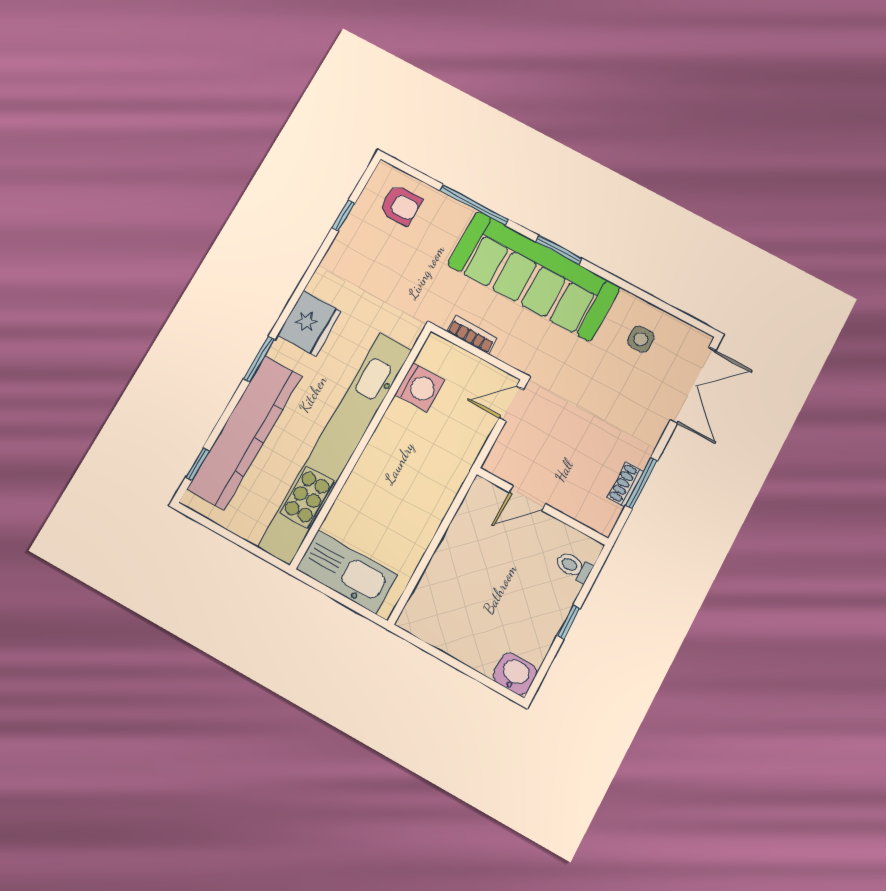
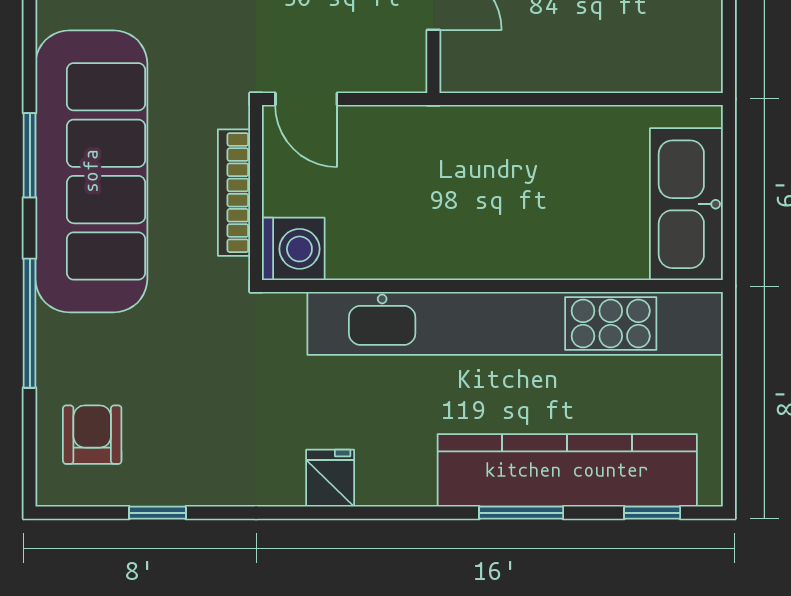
fridge: (309, 323) -> (330, 478), width x0.53, depth x0.75
bookcase: (472, 335) -> (234, 193), width x1.56
window: (259, 359) -> (521, 513), moved
washing machine: (420, 387) -> (293, 249), moved, turned 90

